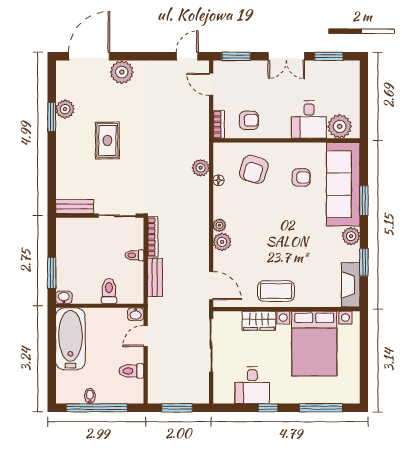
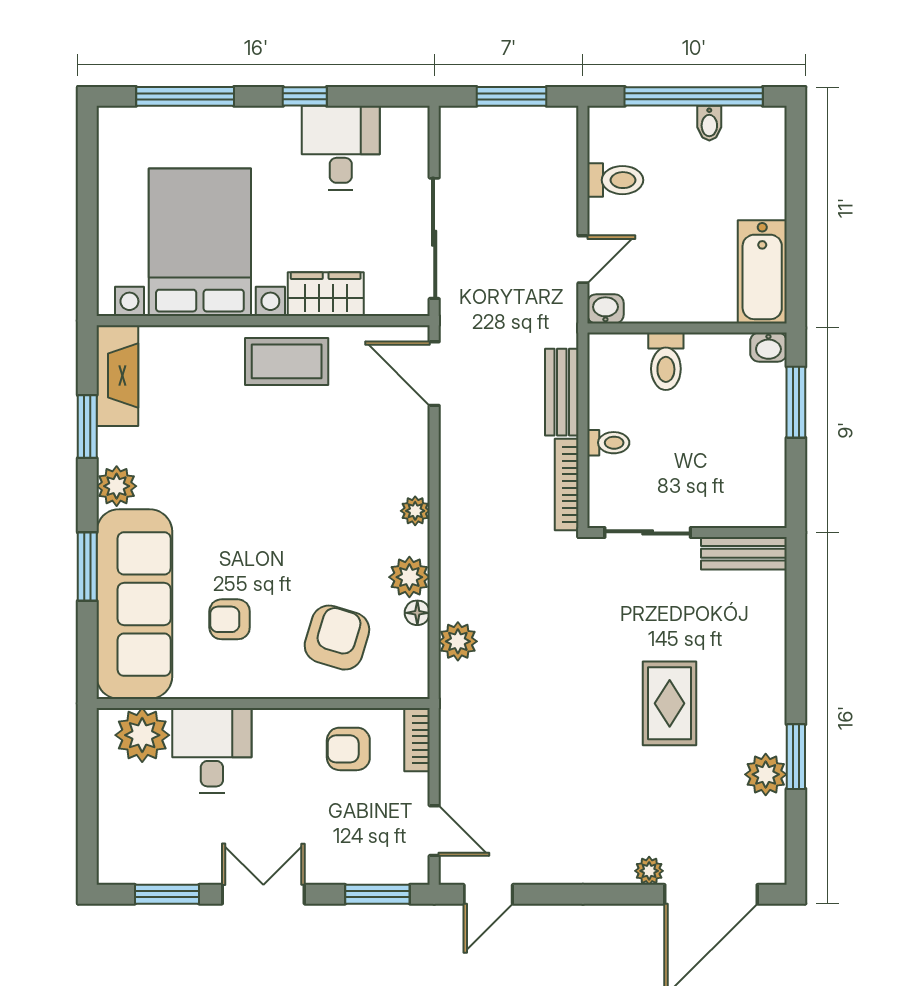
plant: (122, 72) -> (649, 871), width x0.53, depth x0.53
plant: (222, 242) -> (409, 577), moved
bathtub: (70, 339) -> (762, 272), width x0.73, depth x0.73

